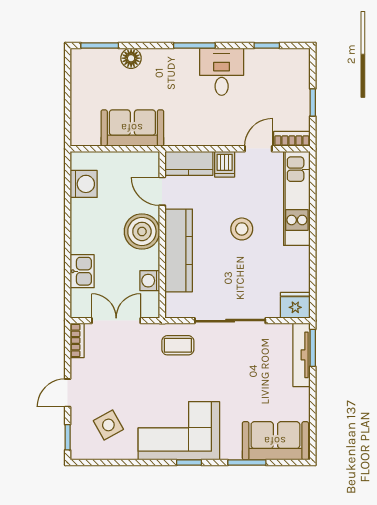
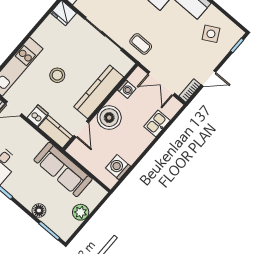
plant: (82, 97) -> (81, 212), added
sofa: (132, 128) -> (63, 169), width x1.36
door: (68, 393) -> (209, 78), moved

